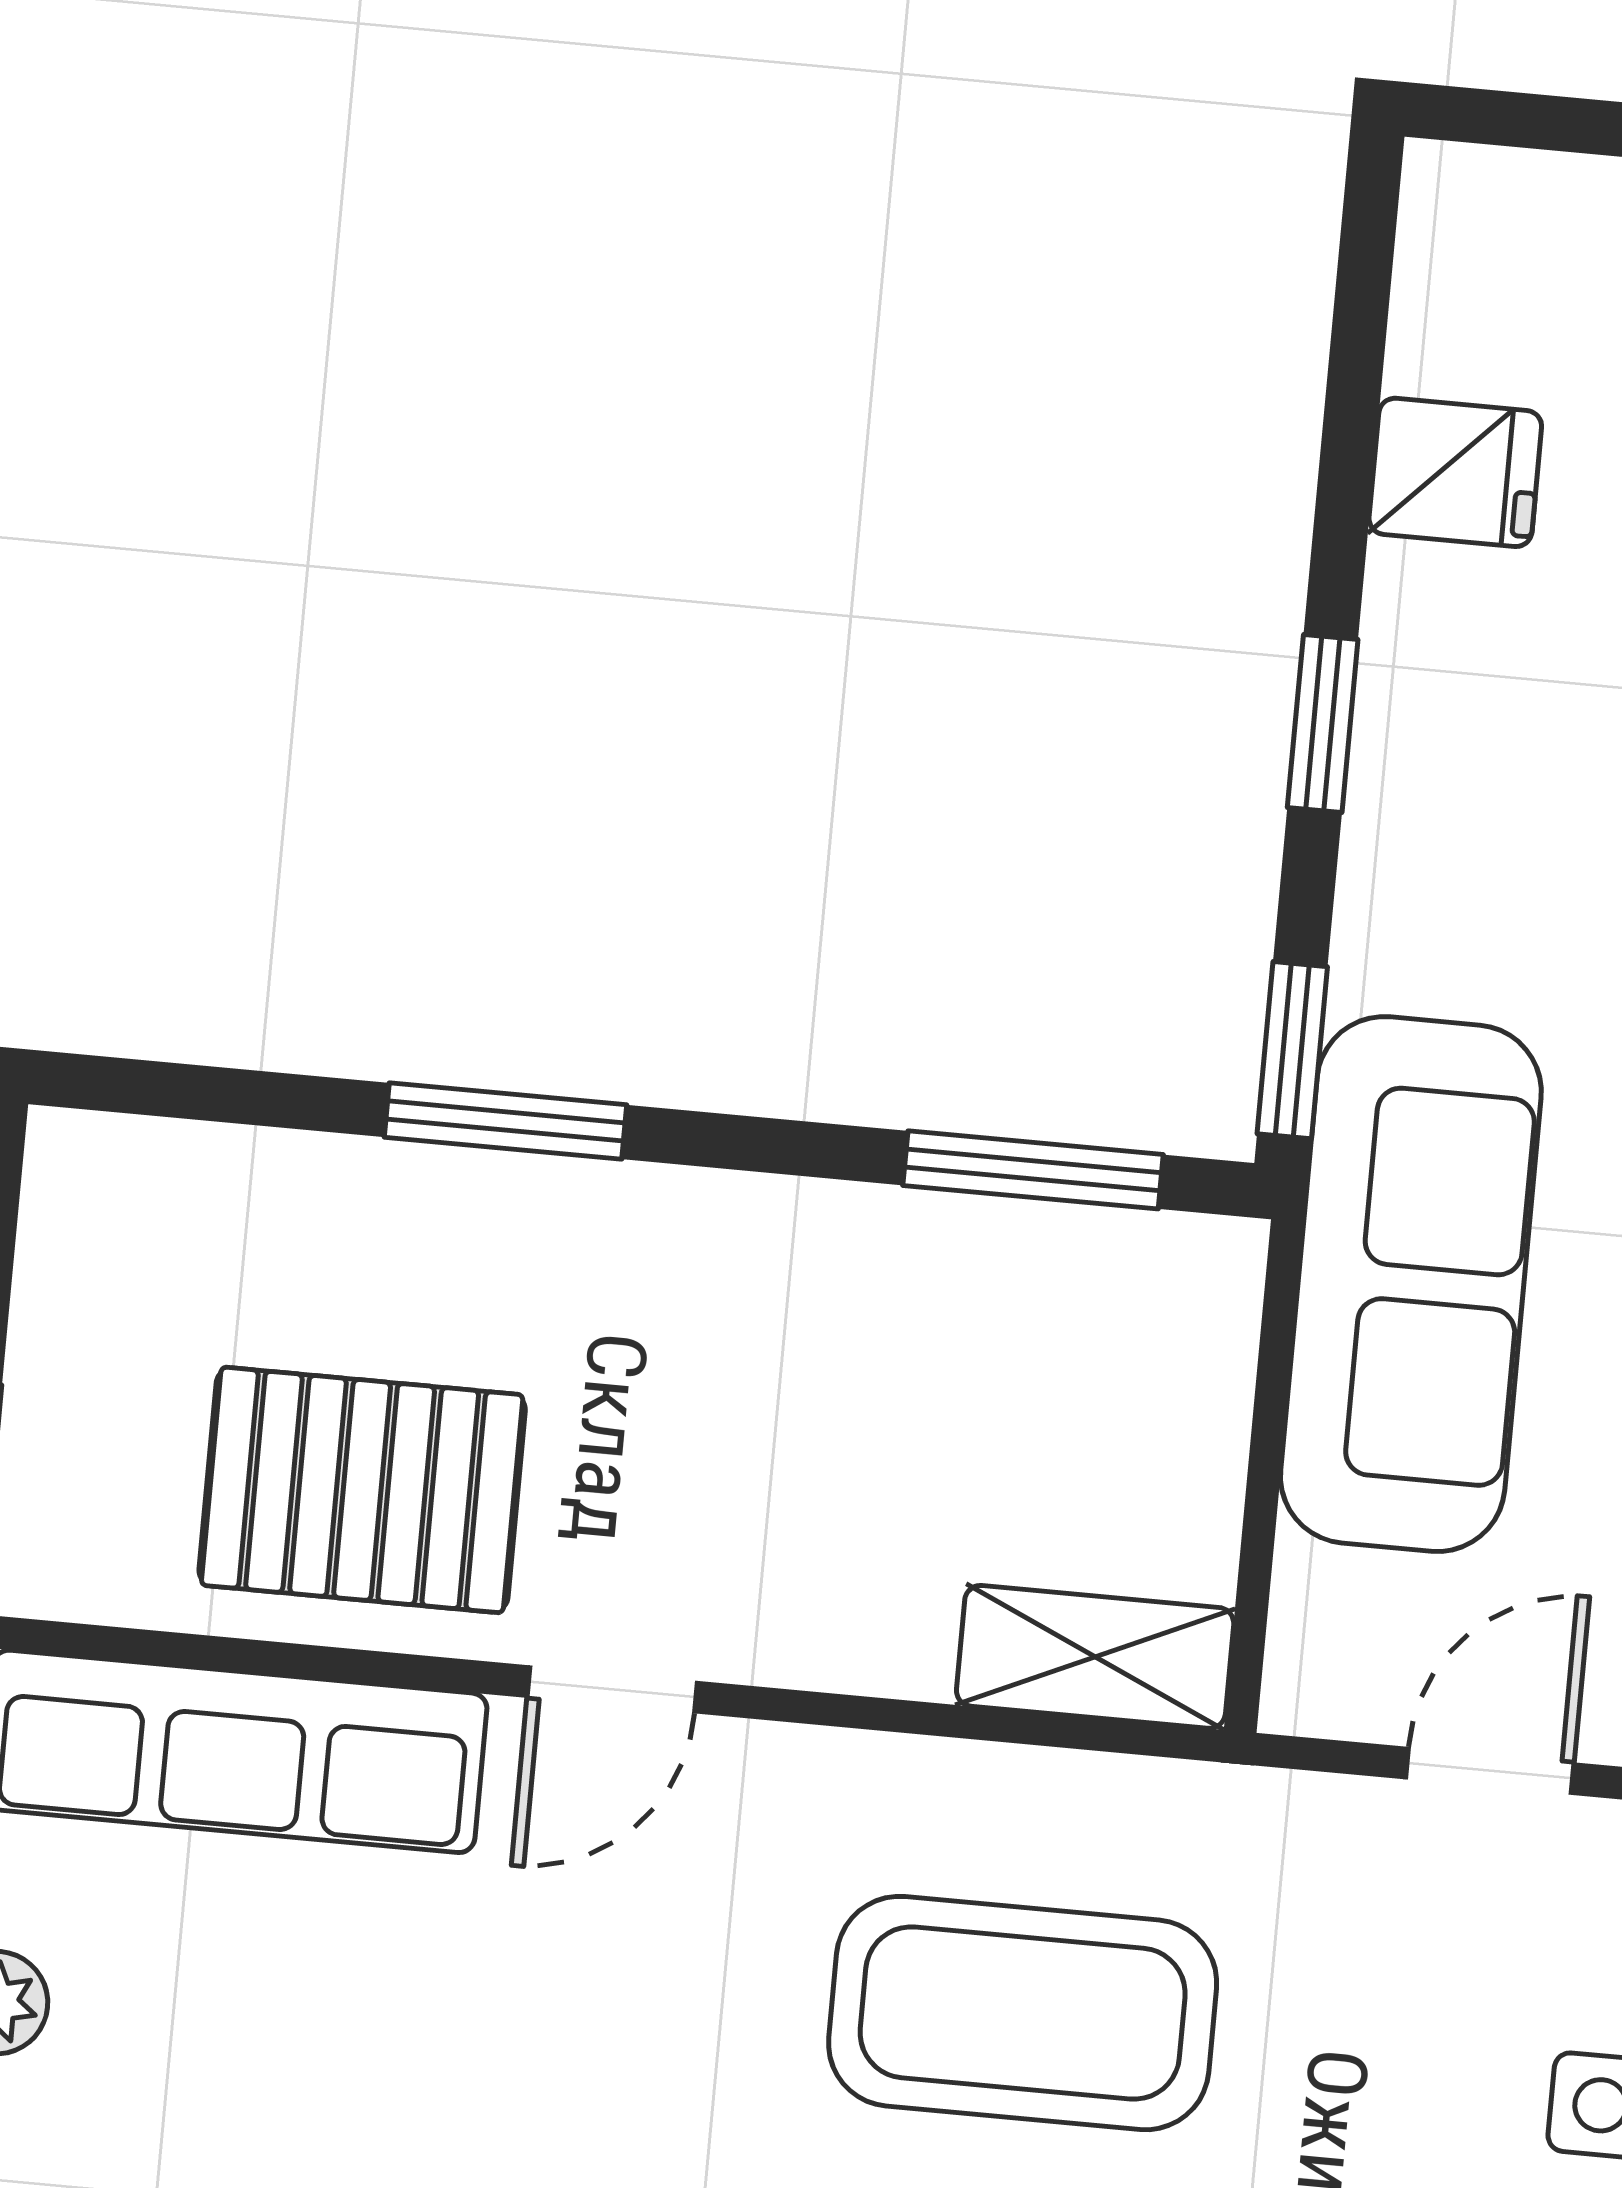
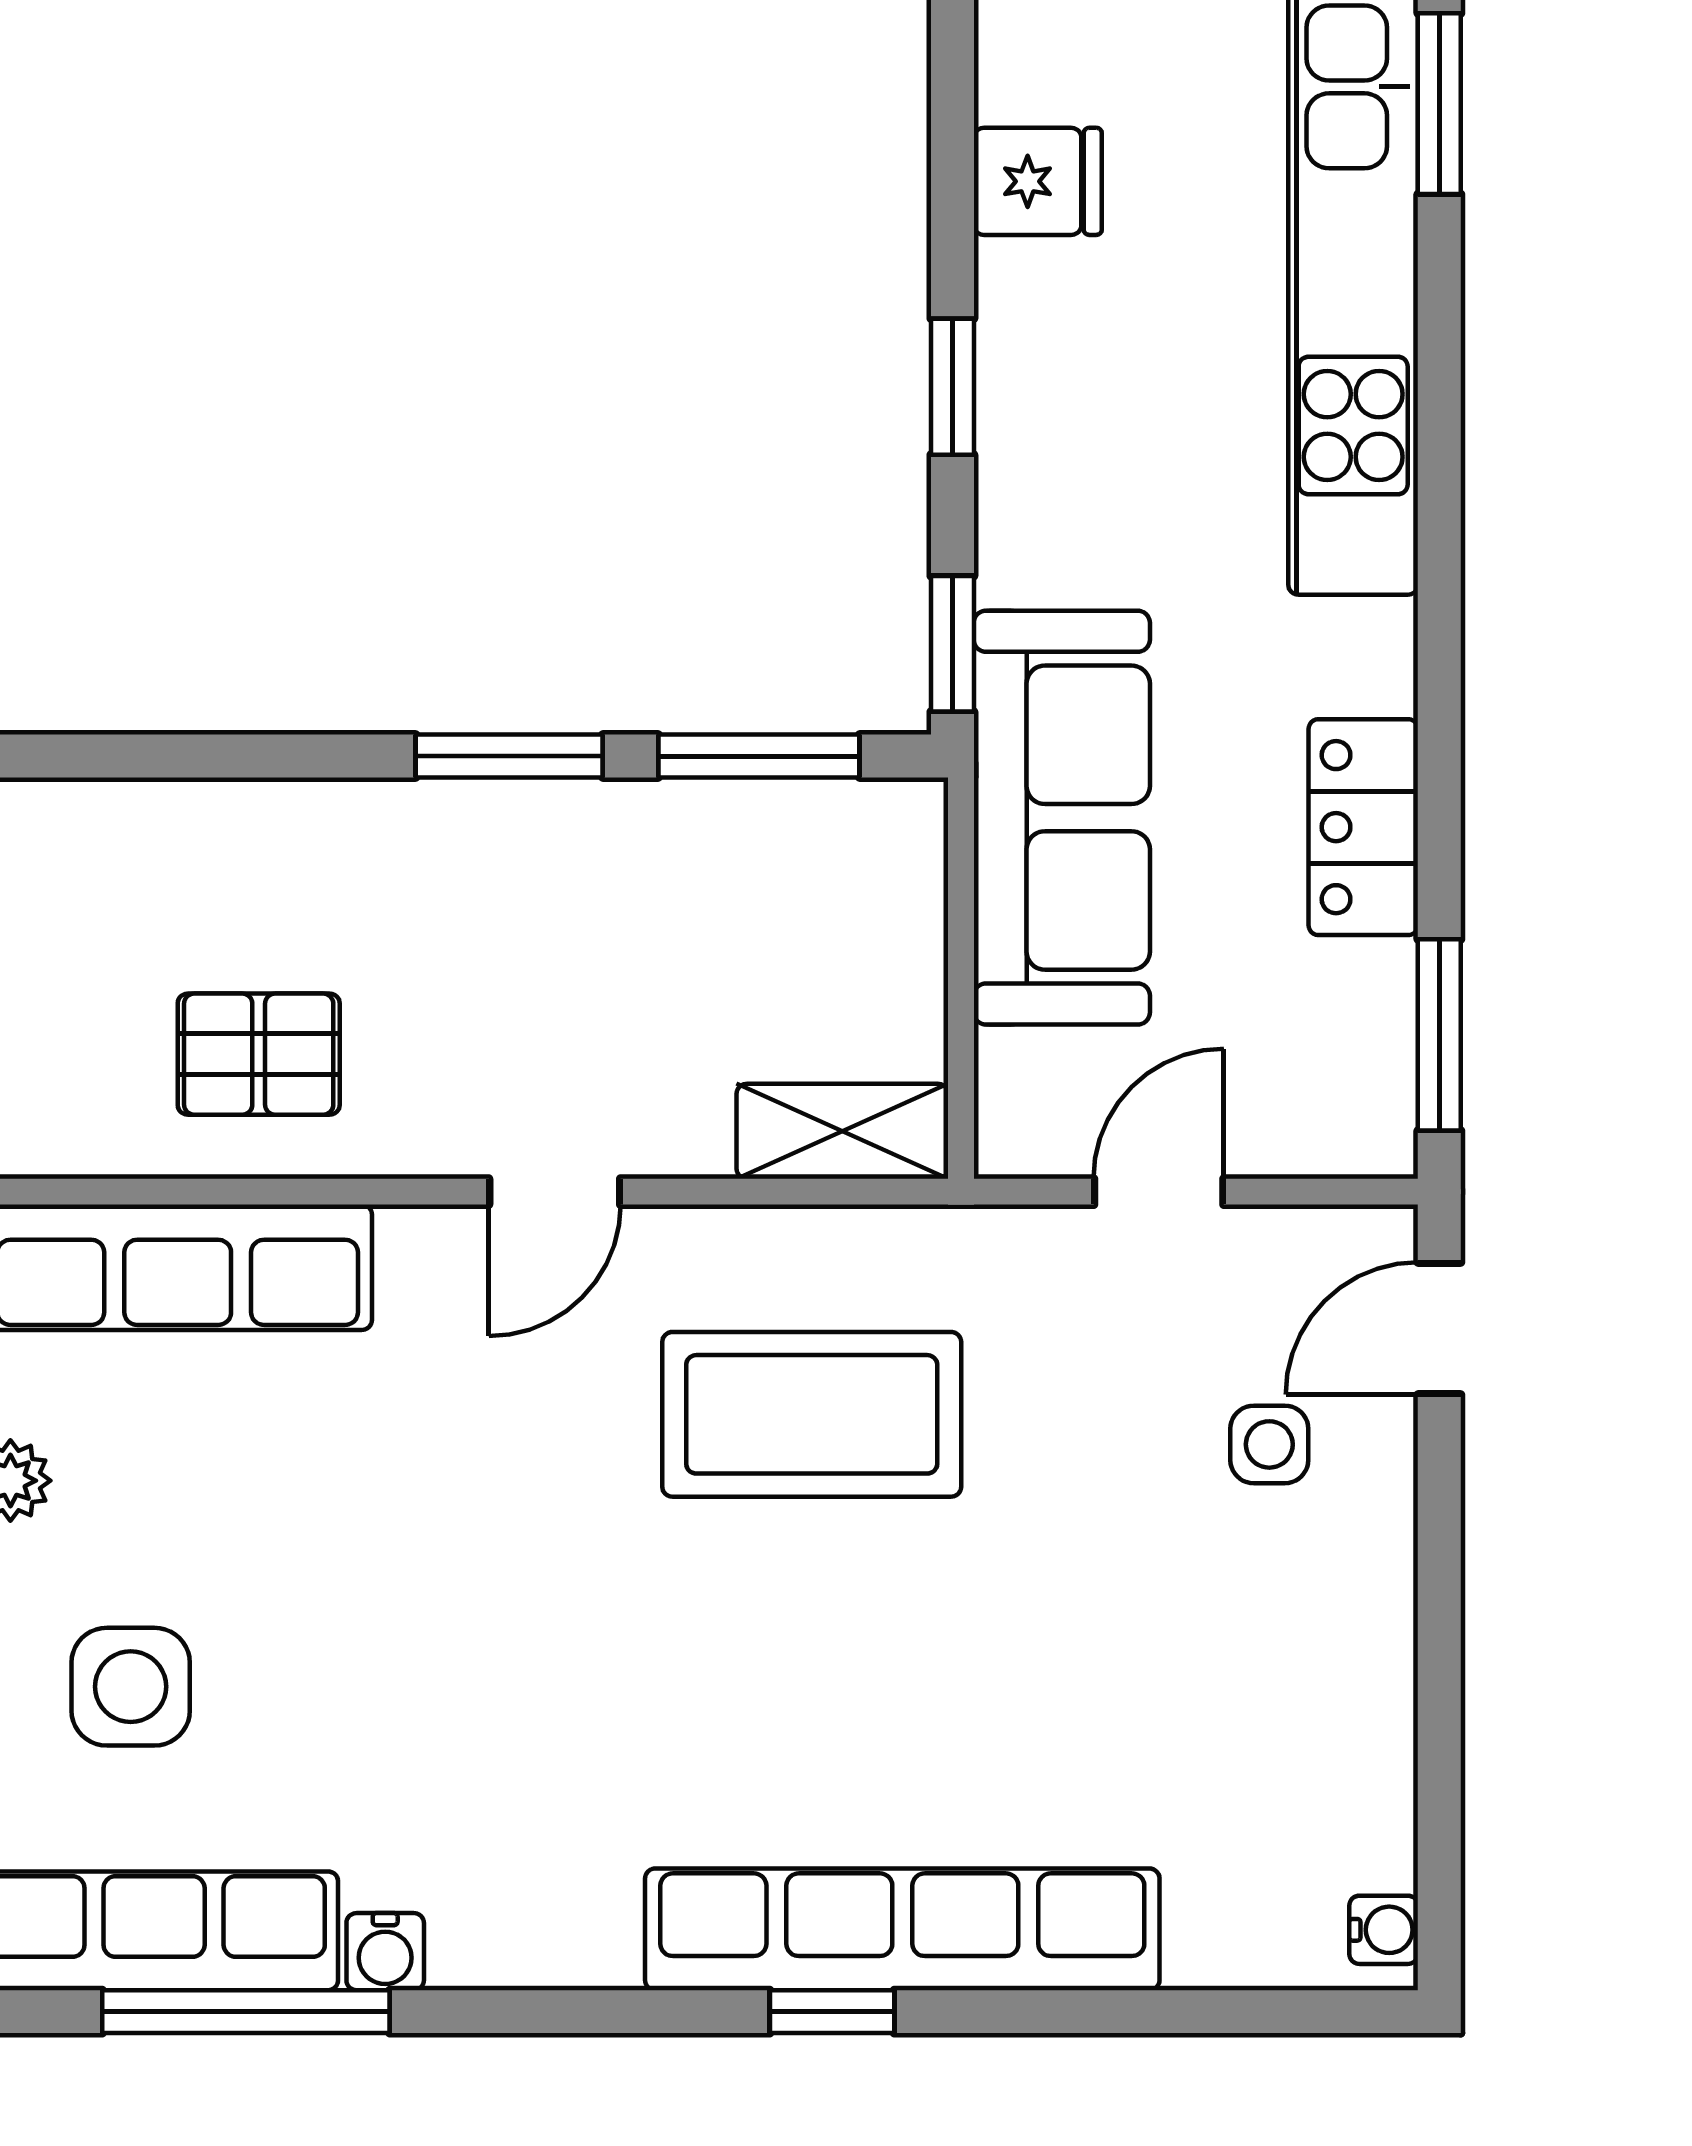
window: (506, 1121) -> (509, 756), moved
pallet: (362, 1490) -> (259, 1054), width x0.67, depth x0.71
door: (612, 1689) -> (555, 1192), moved

